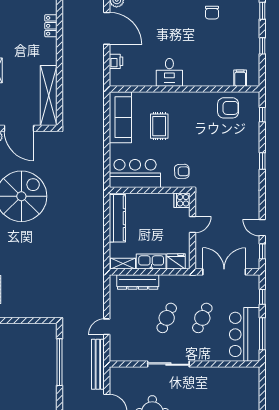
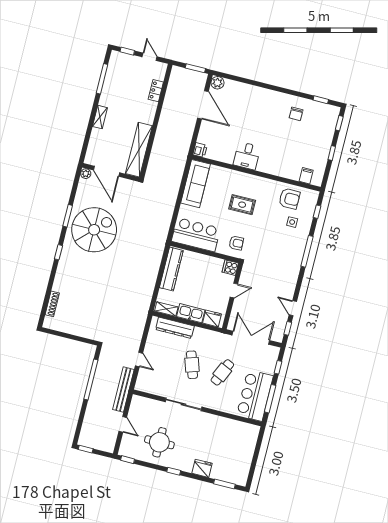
printer: (116, 61) -> (200, 150), moved
rug: (159, 126) -> (242, 205), moved, turned 90
side table: (238, 133) -> (292, 222), added
window: (262, 161) -> (307, 251), width x2.17
cafe table: (167, 318) -> (192, 365), turned -42
door: (107, 327) -> (139, 359), swing flipped

